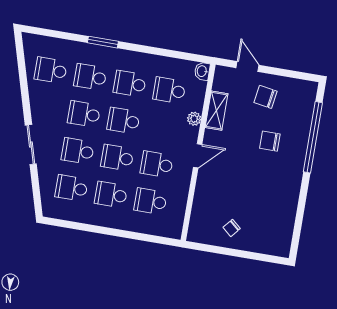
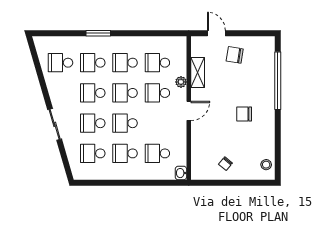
washbasin: (202, 71) -> (181, 173), moved
chair: (270, 141) -> (244, 114), moved
school desk: (157, 164) -> (157, 93), moved
stool: (281, 238) -> (266, 165), added

